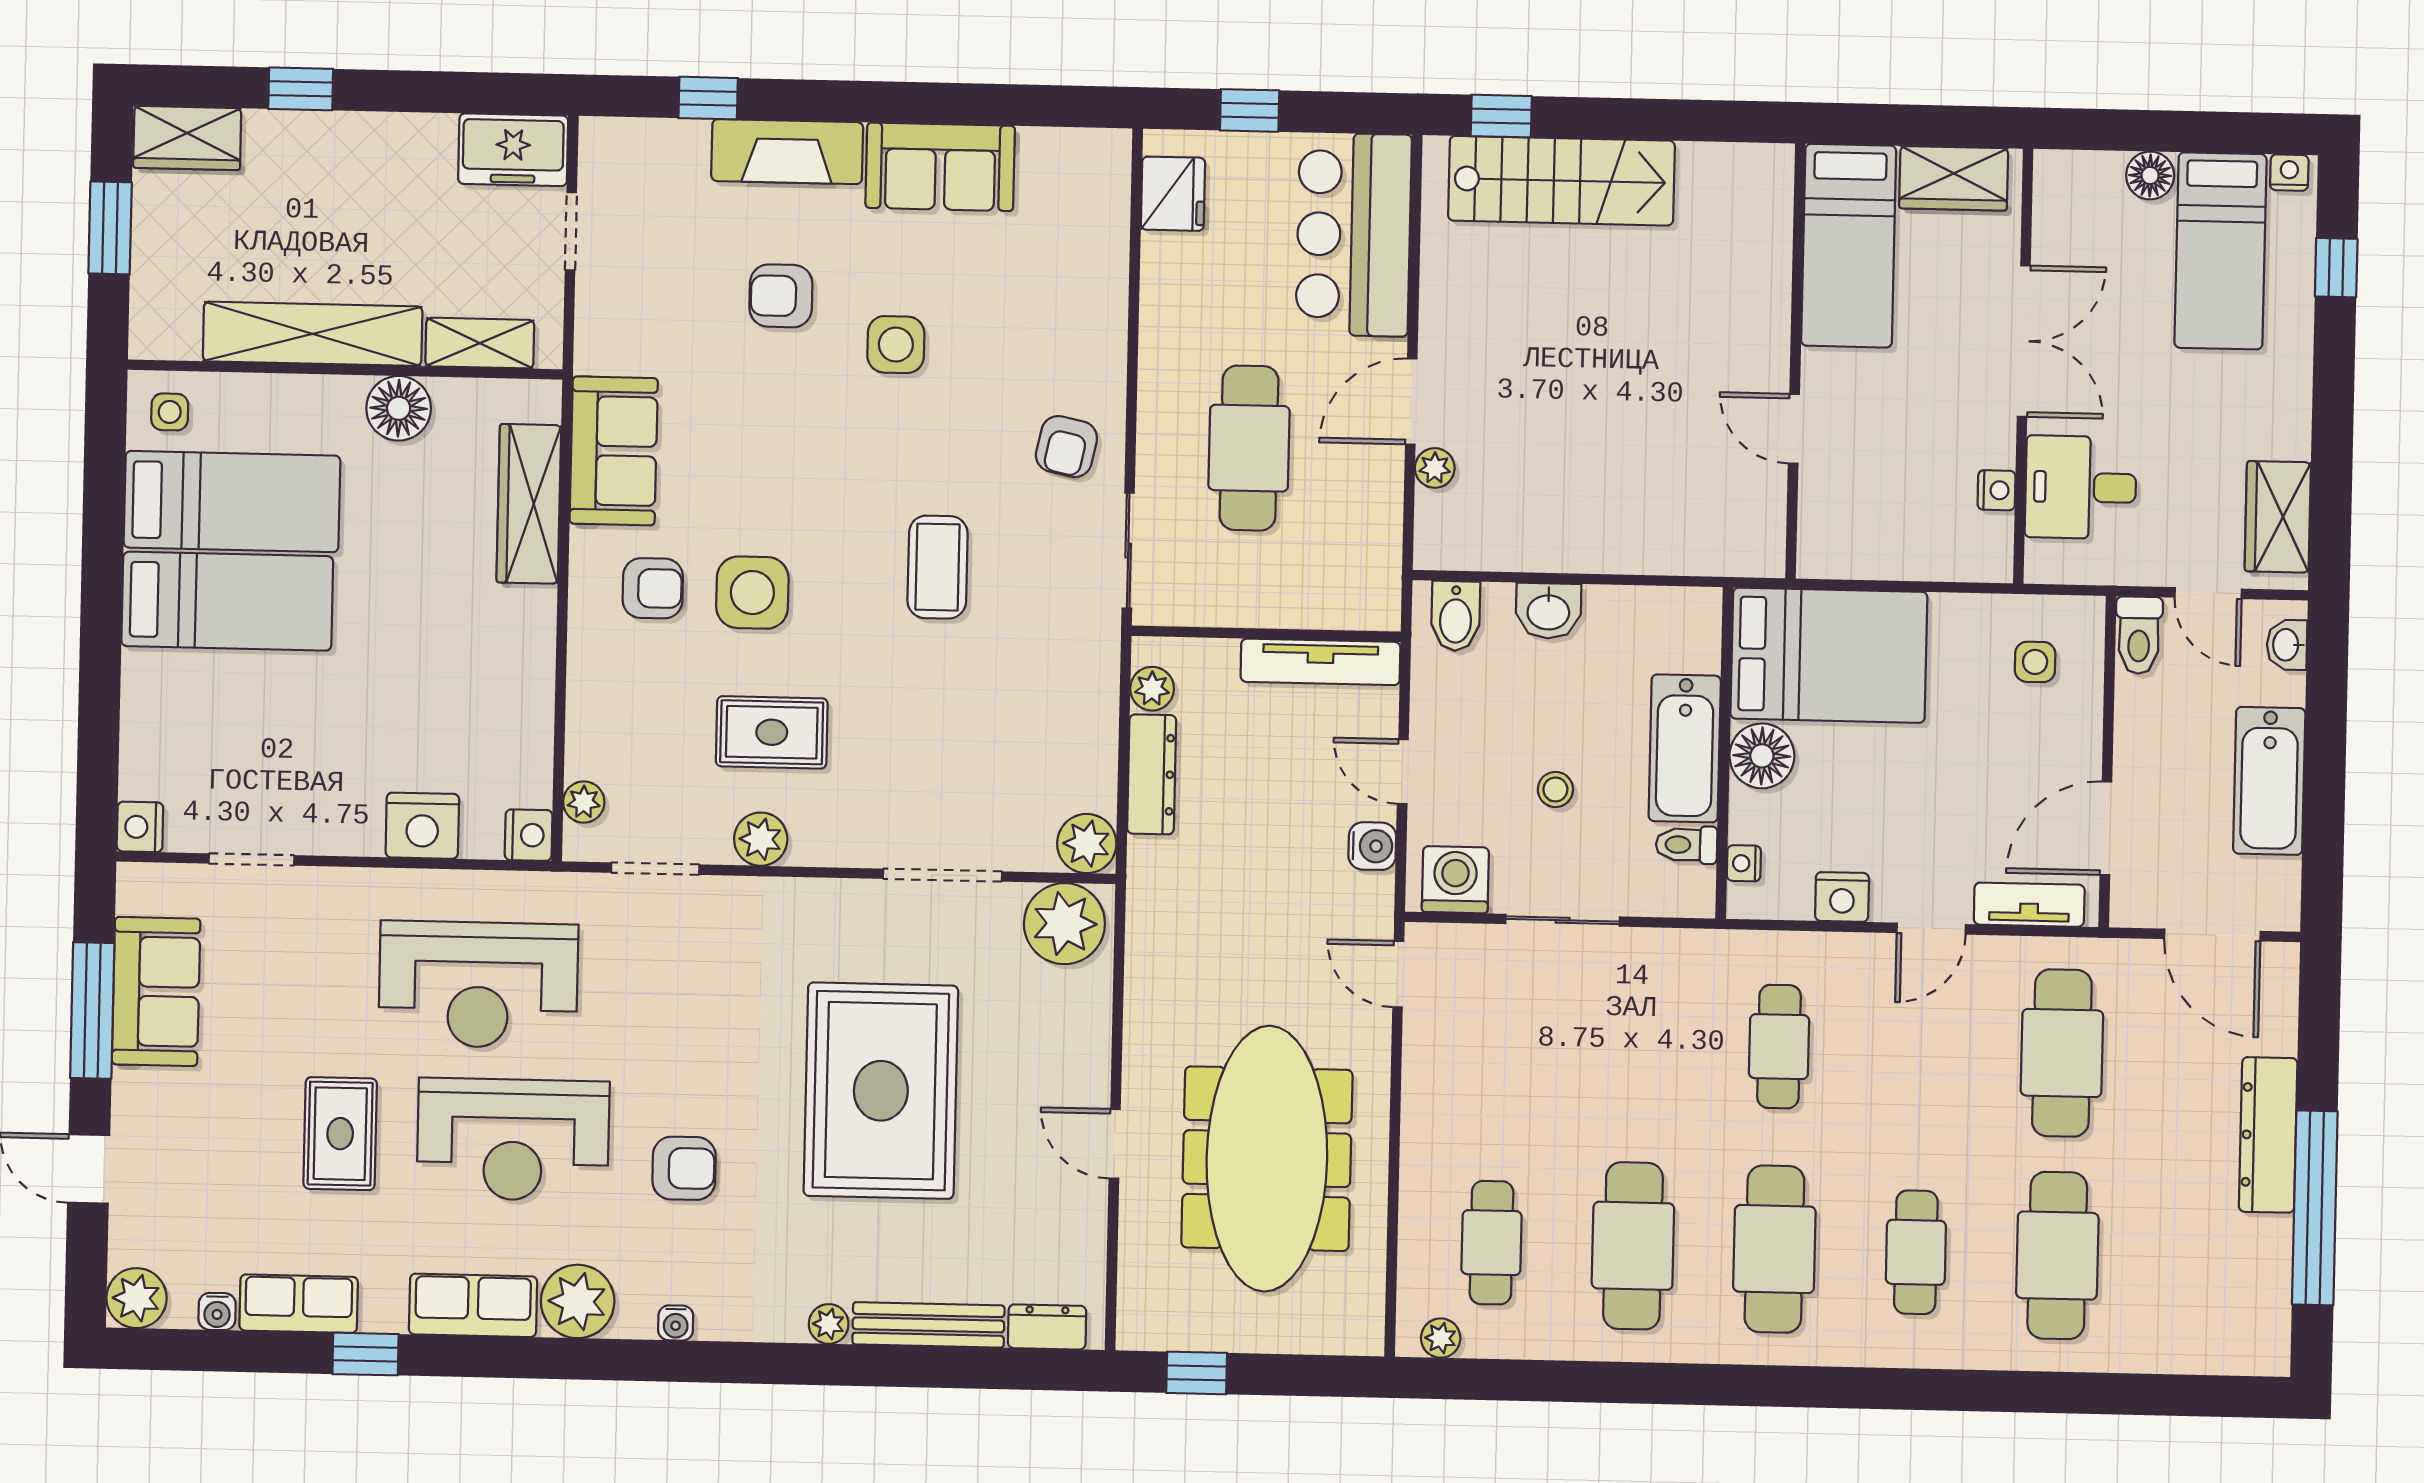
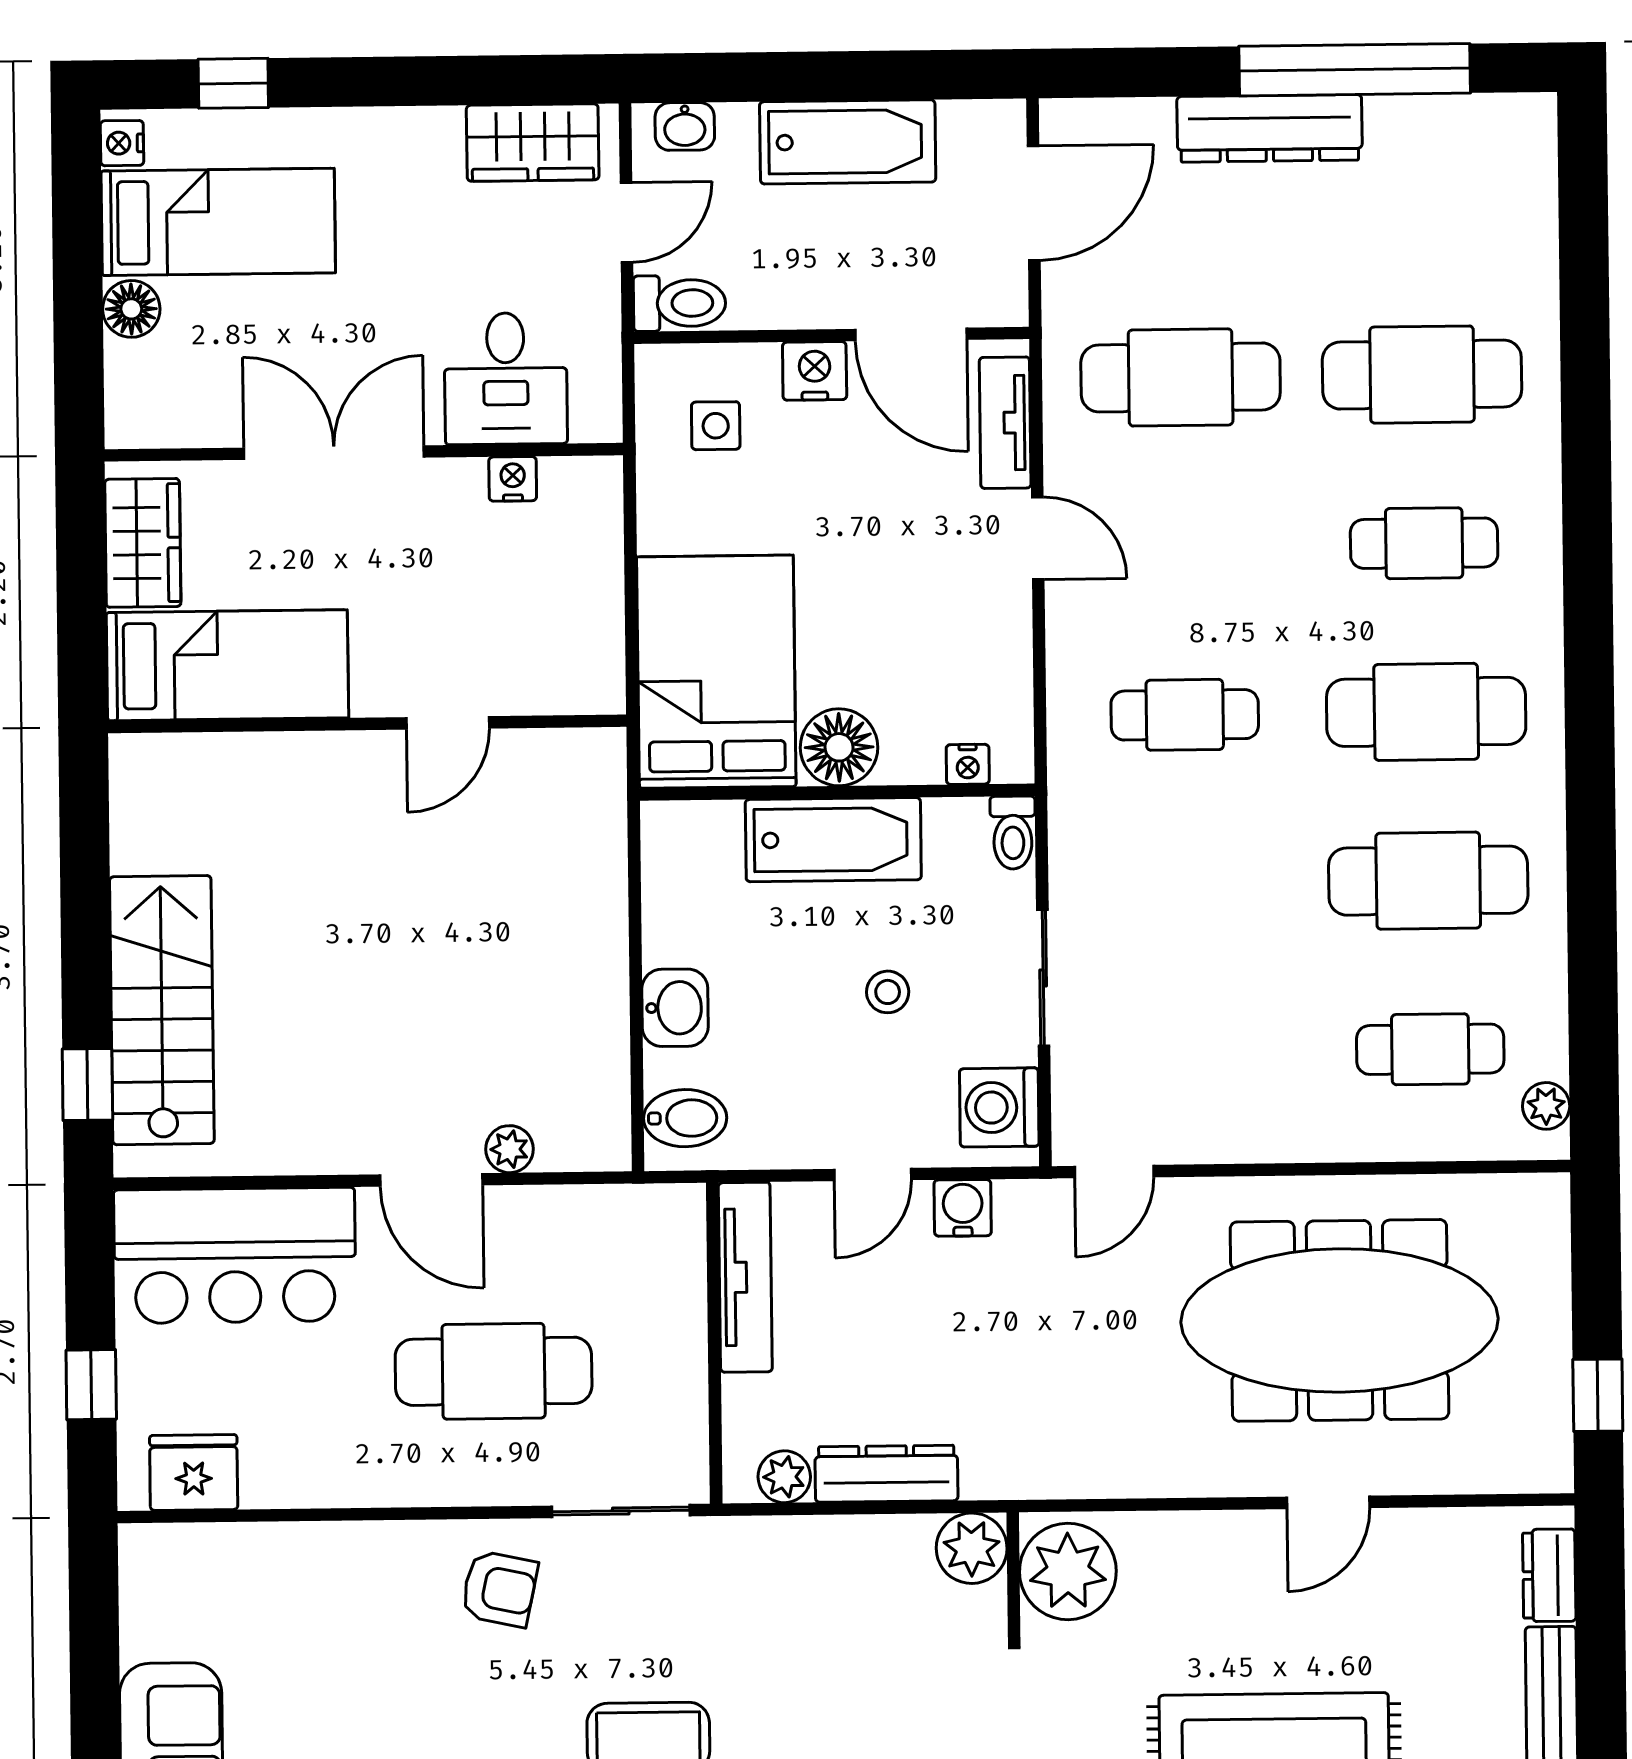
toilet: (1687, 845) -> (1013, 833), moved
nightstand: (1842, 897) -> (815, 371), moved, turned -90

